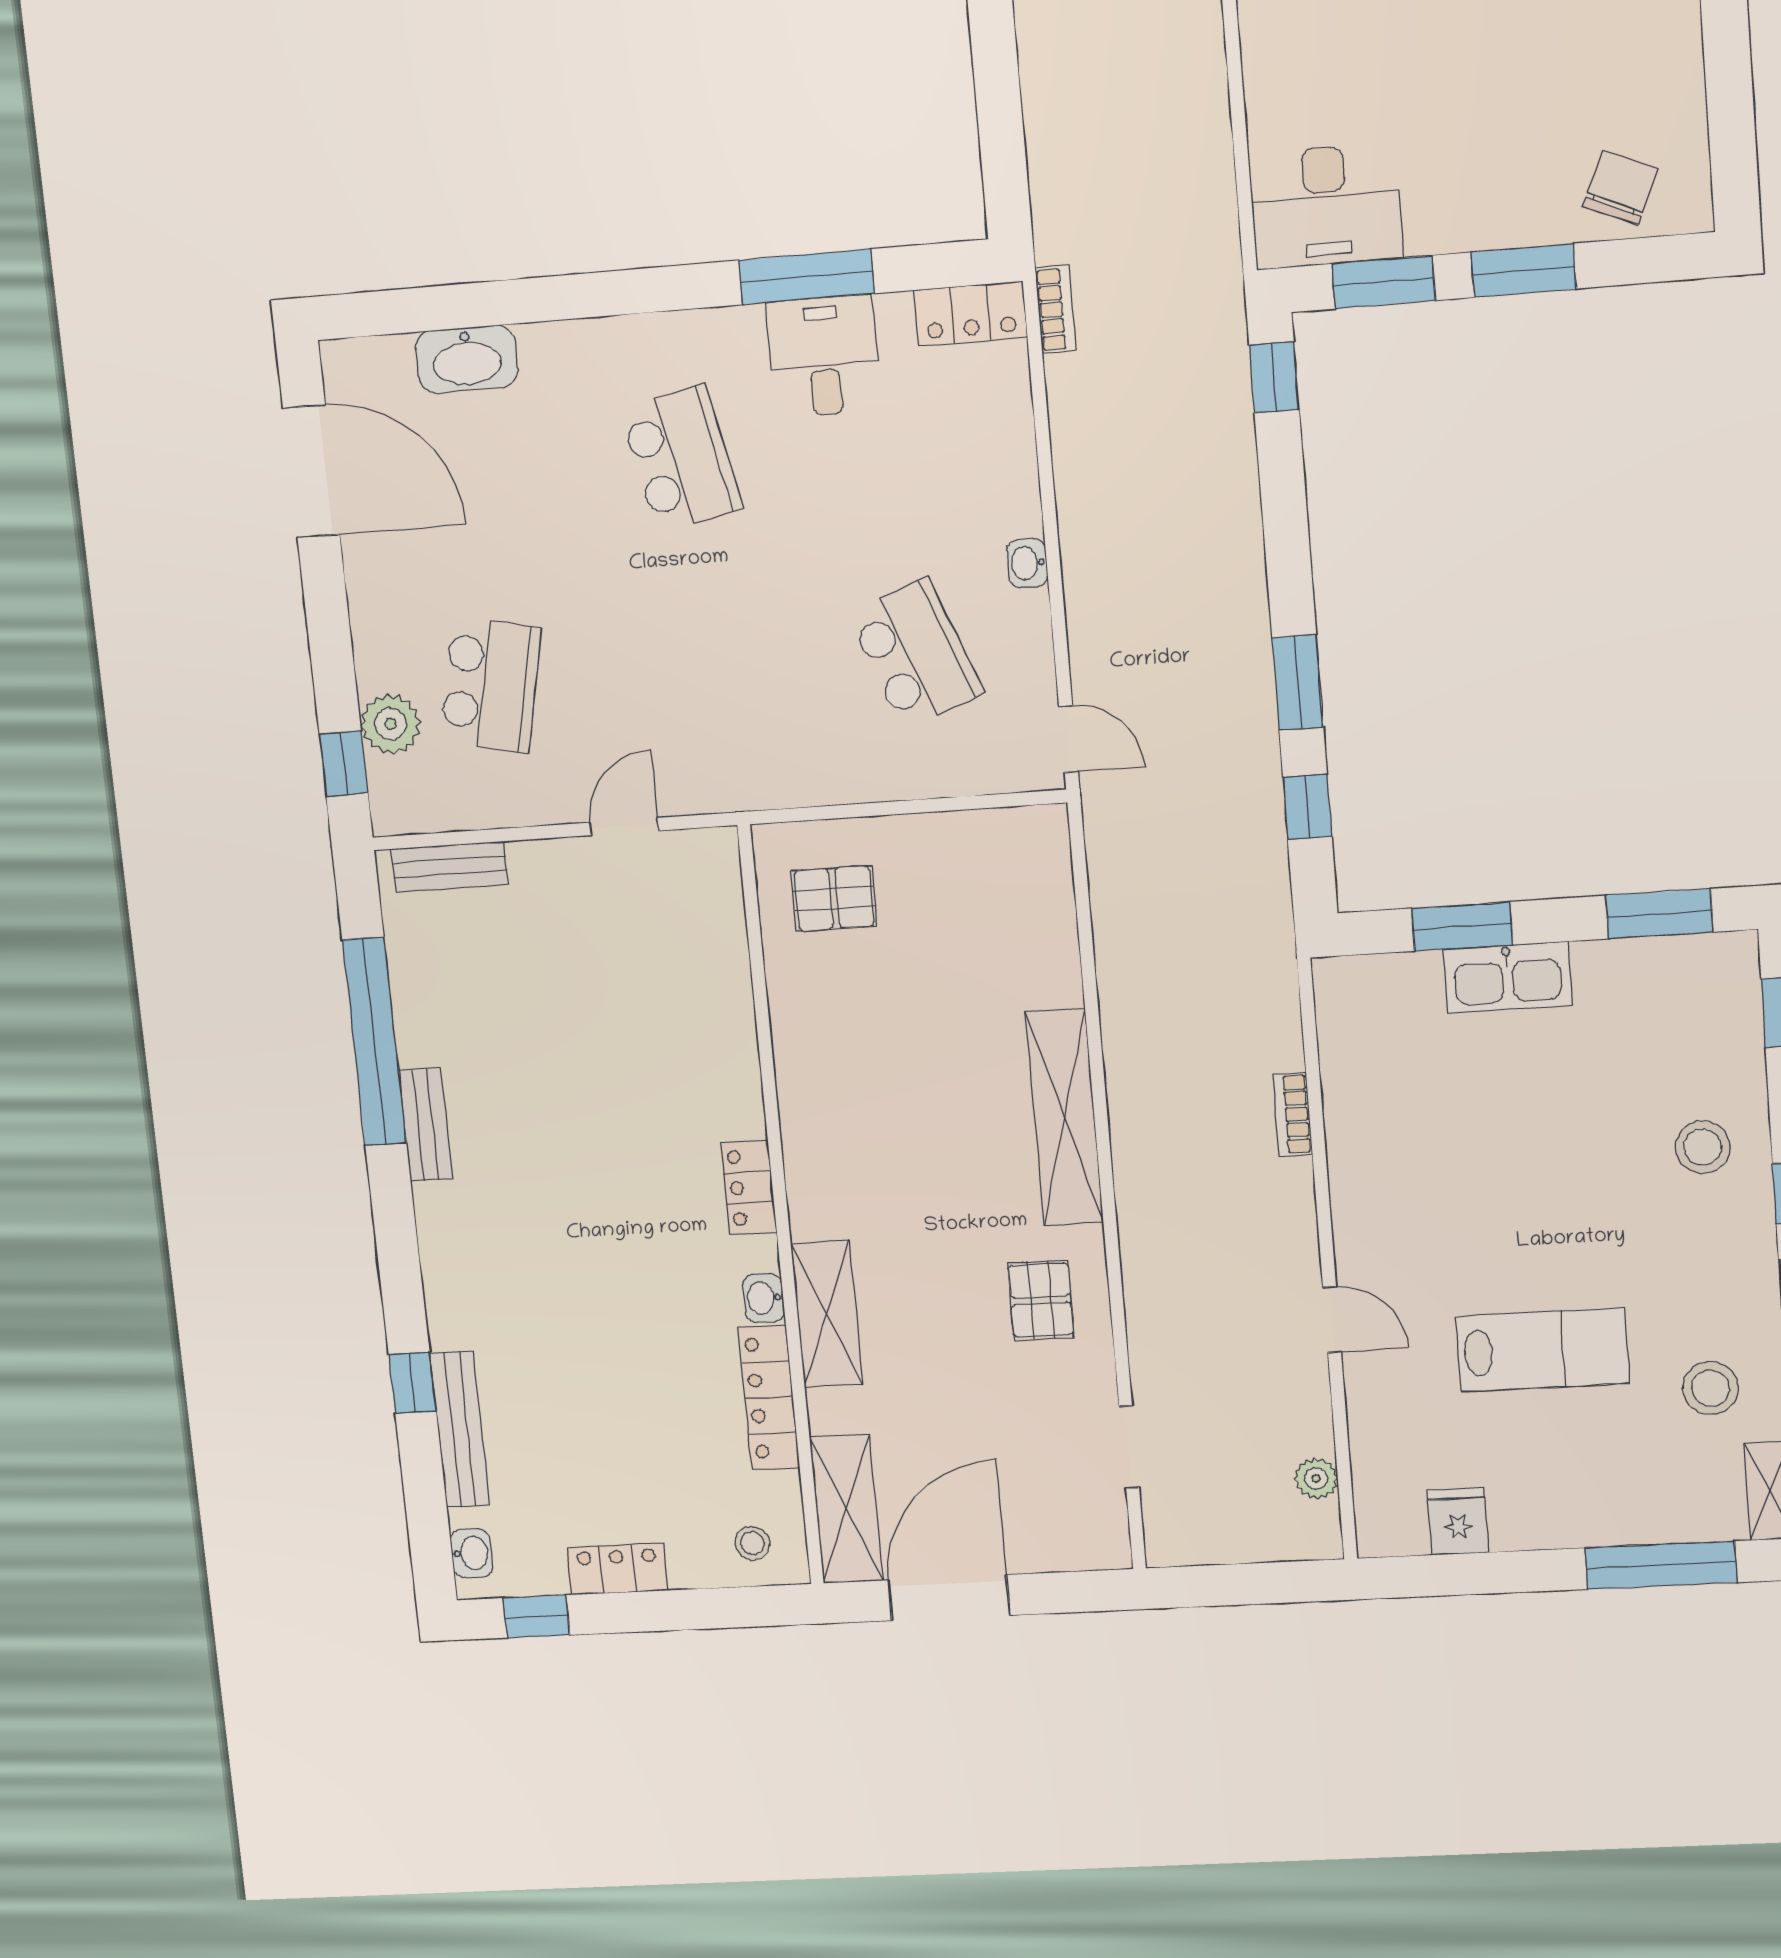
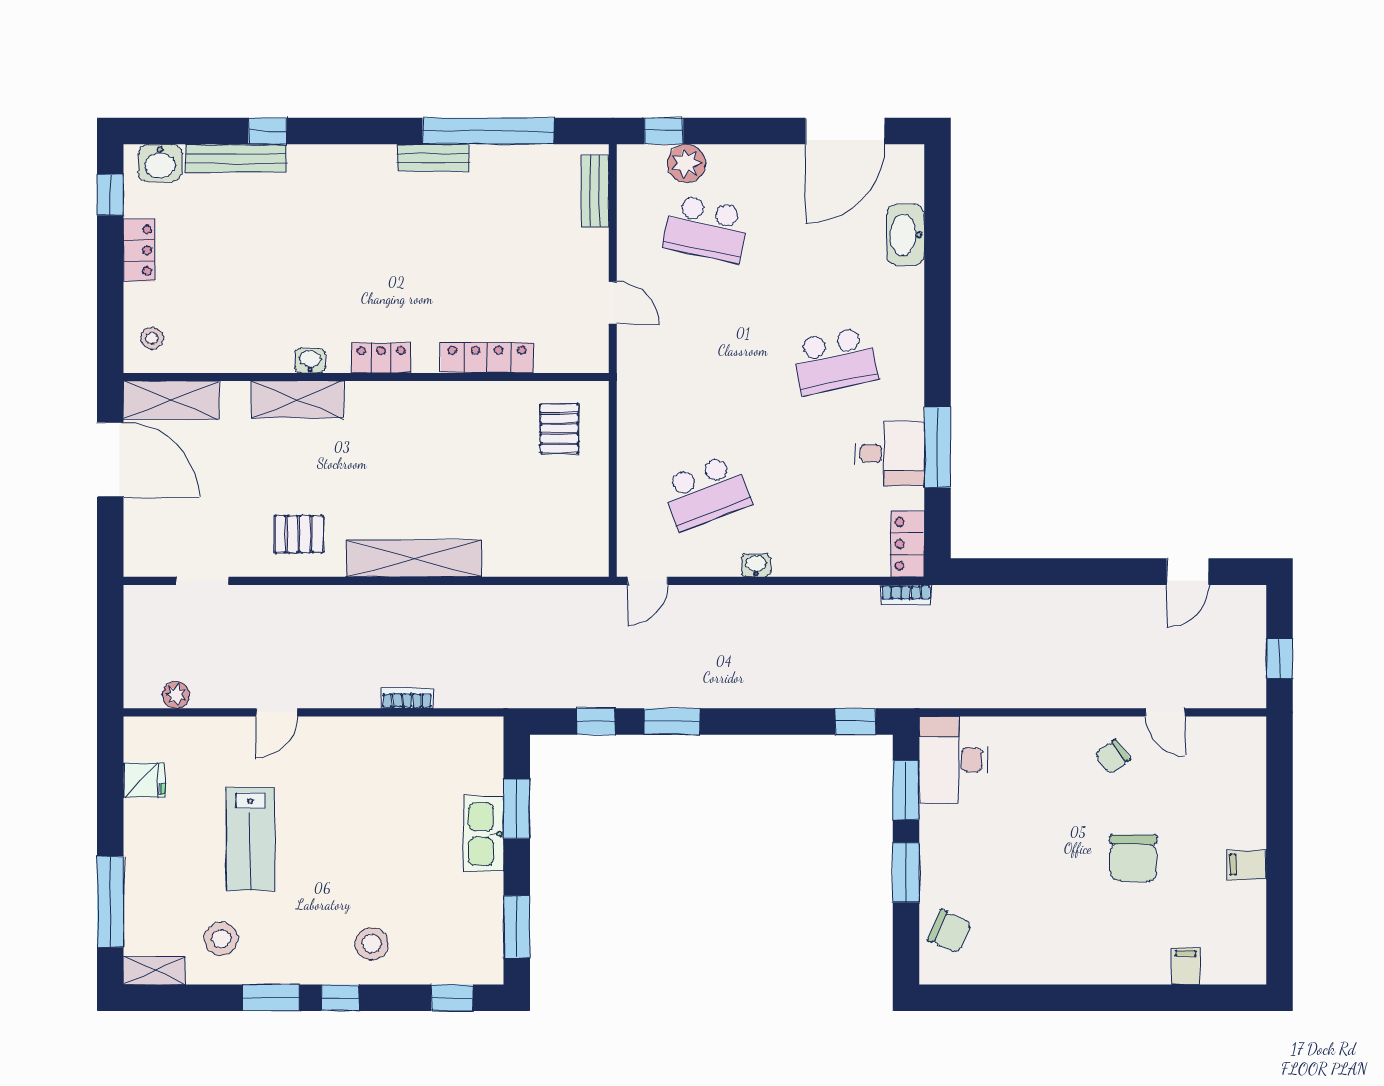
locker: (769, 1398) -> (487, 358), moved
washbasin: (471, 1553) -> (160, 163), width x1.38, depth x1.45

